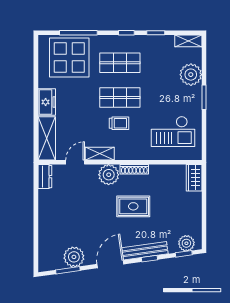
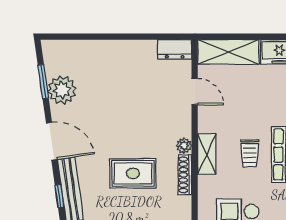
shelving: (100, 154) -> (207, 154), moved
plant: (109, 175) -> (184, 146), width x0.53, depth x0.53
rug: (133, 206) -> (133, 173), turned 90

